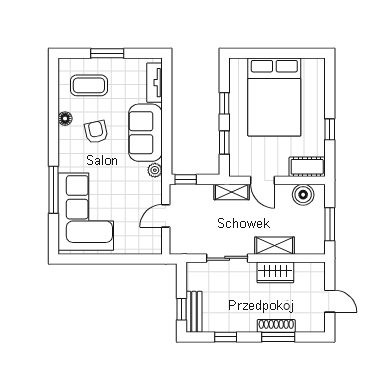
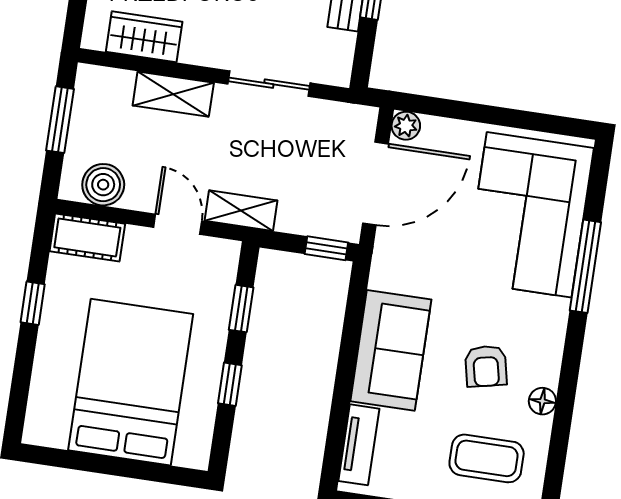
plant: (155, 170) -> (406, 126), moved
door: (166, 216) -> (376, 183), width x1.88
wardrobe: (275, 272) -> (144, 37), moved

